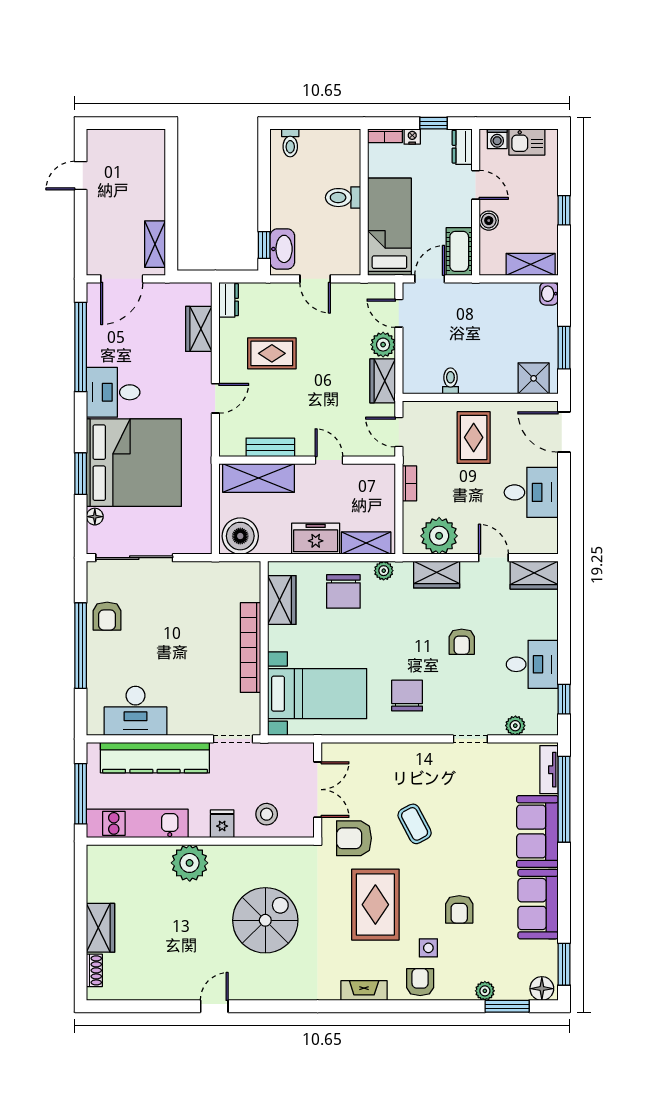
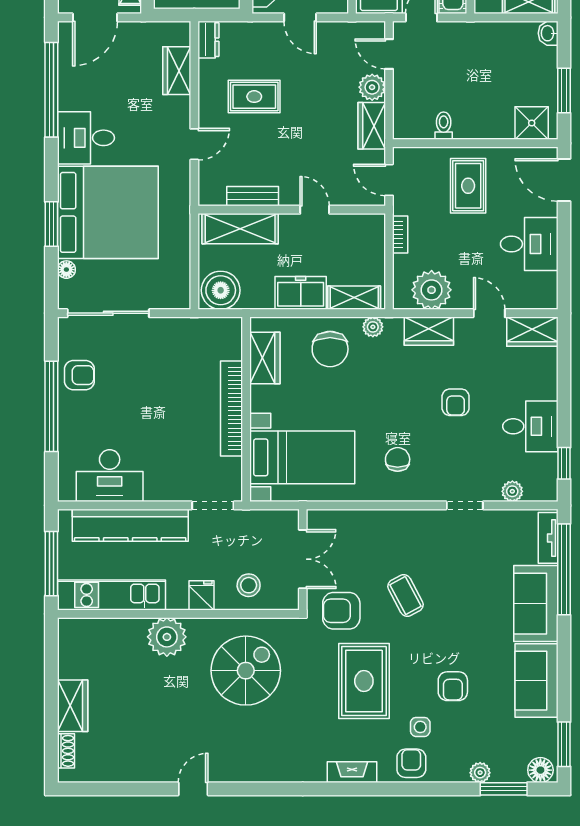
armchair: (107, 616) -> (79, 375), turned -90
chair: (407, 696) -> (398, 459), width x0.73, depth x0.73
spiral stairs: (265, 920) -> (246, 671), moved

